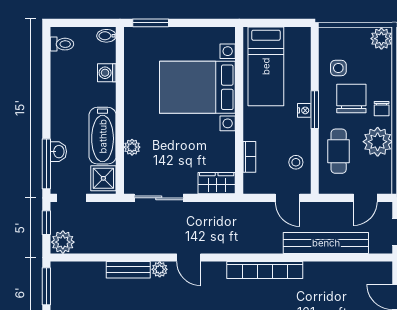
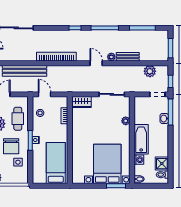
bed with nightstands: (197, 87) -> (107, 164), moved, turned -90
bathtub: (103, 136) -> (141, 139), moved
shower: (103, 178) -> (162, 164), moved
plant: (63, 242) -> (150, 71), moved

